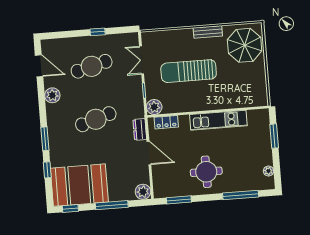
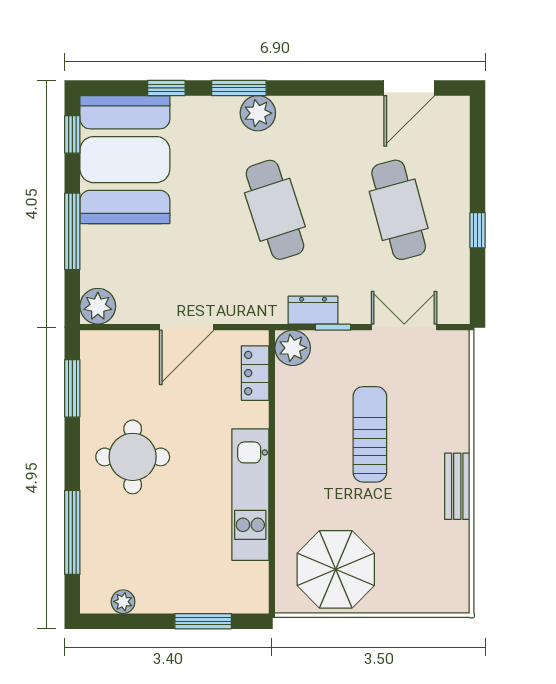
parasol: (245, 45) -> (336, 569), moved
sun lounger: (189, 71) -> (370, 434), width x0.73, depth x0.75
plant: (52, 95) -> (258, 113), moved
dresser: (140, 129) -> (313, 310), moved

